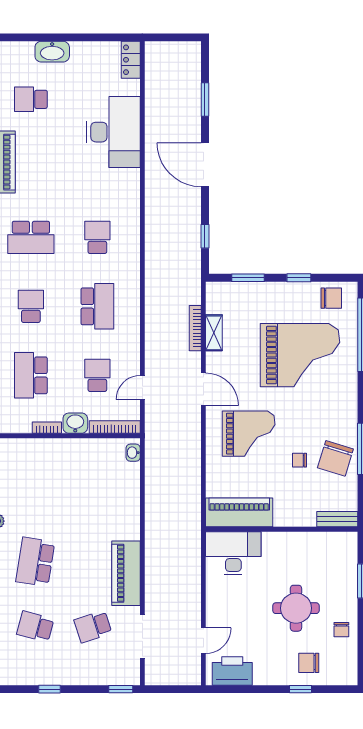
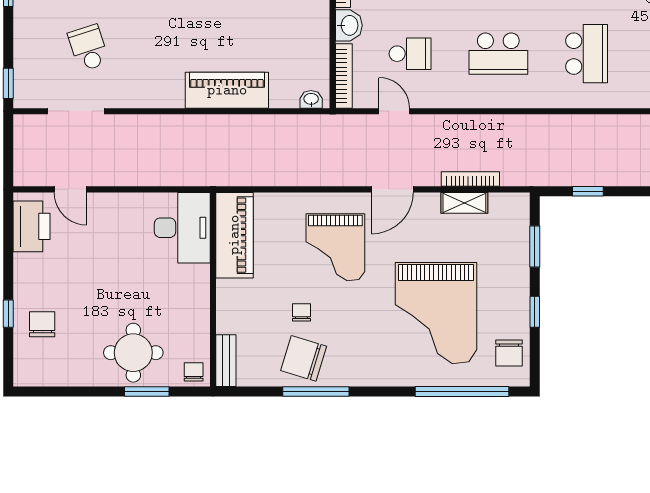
school desk: (97, 237) -> (587, 54), width x1.85
piano: (126, 573) -> (227, 90), moved
round table: (296, 608) -> (133, 353), moved
chair: (341, 630) -> (194, 372), moved, turned 90

